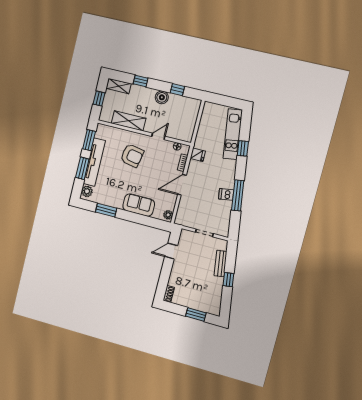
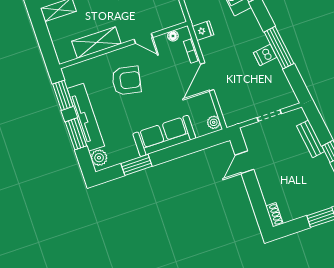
window: (99, 99) -> (44, 39), removed
door: (158, 136) -> (143, 38), swing flipped
sofa: (139, 205) -> (164, 136), width x1.36

